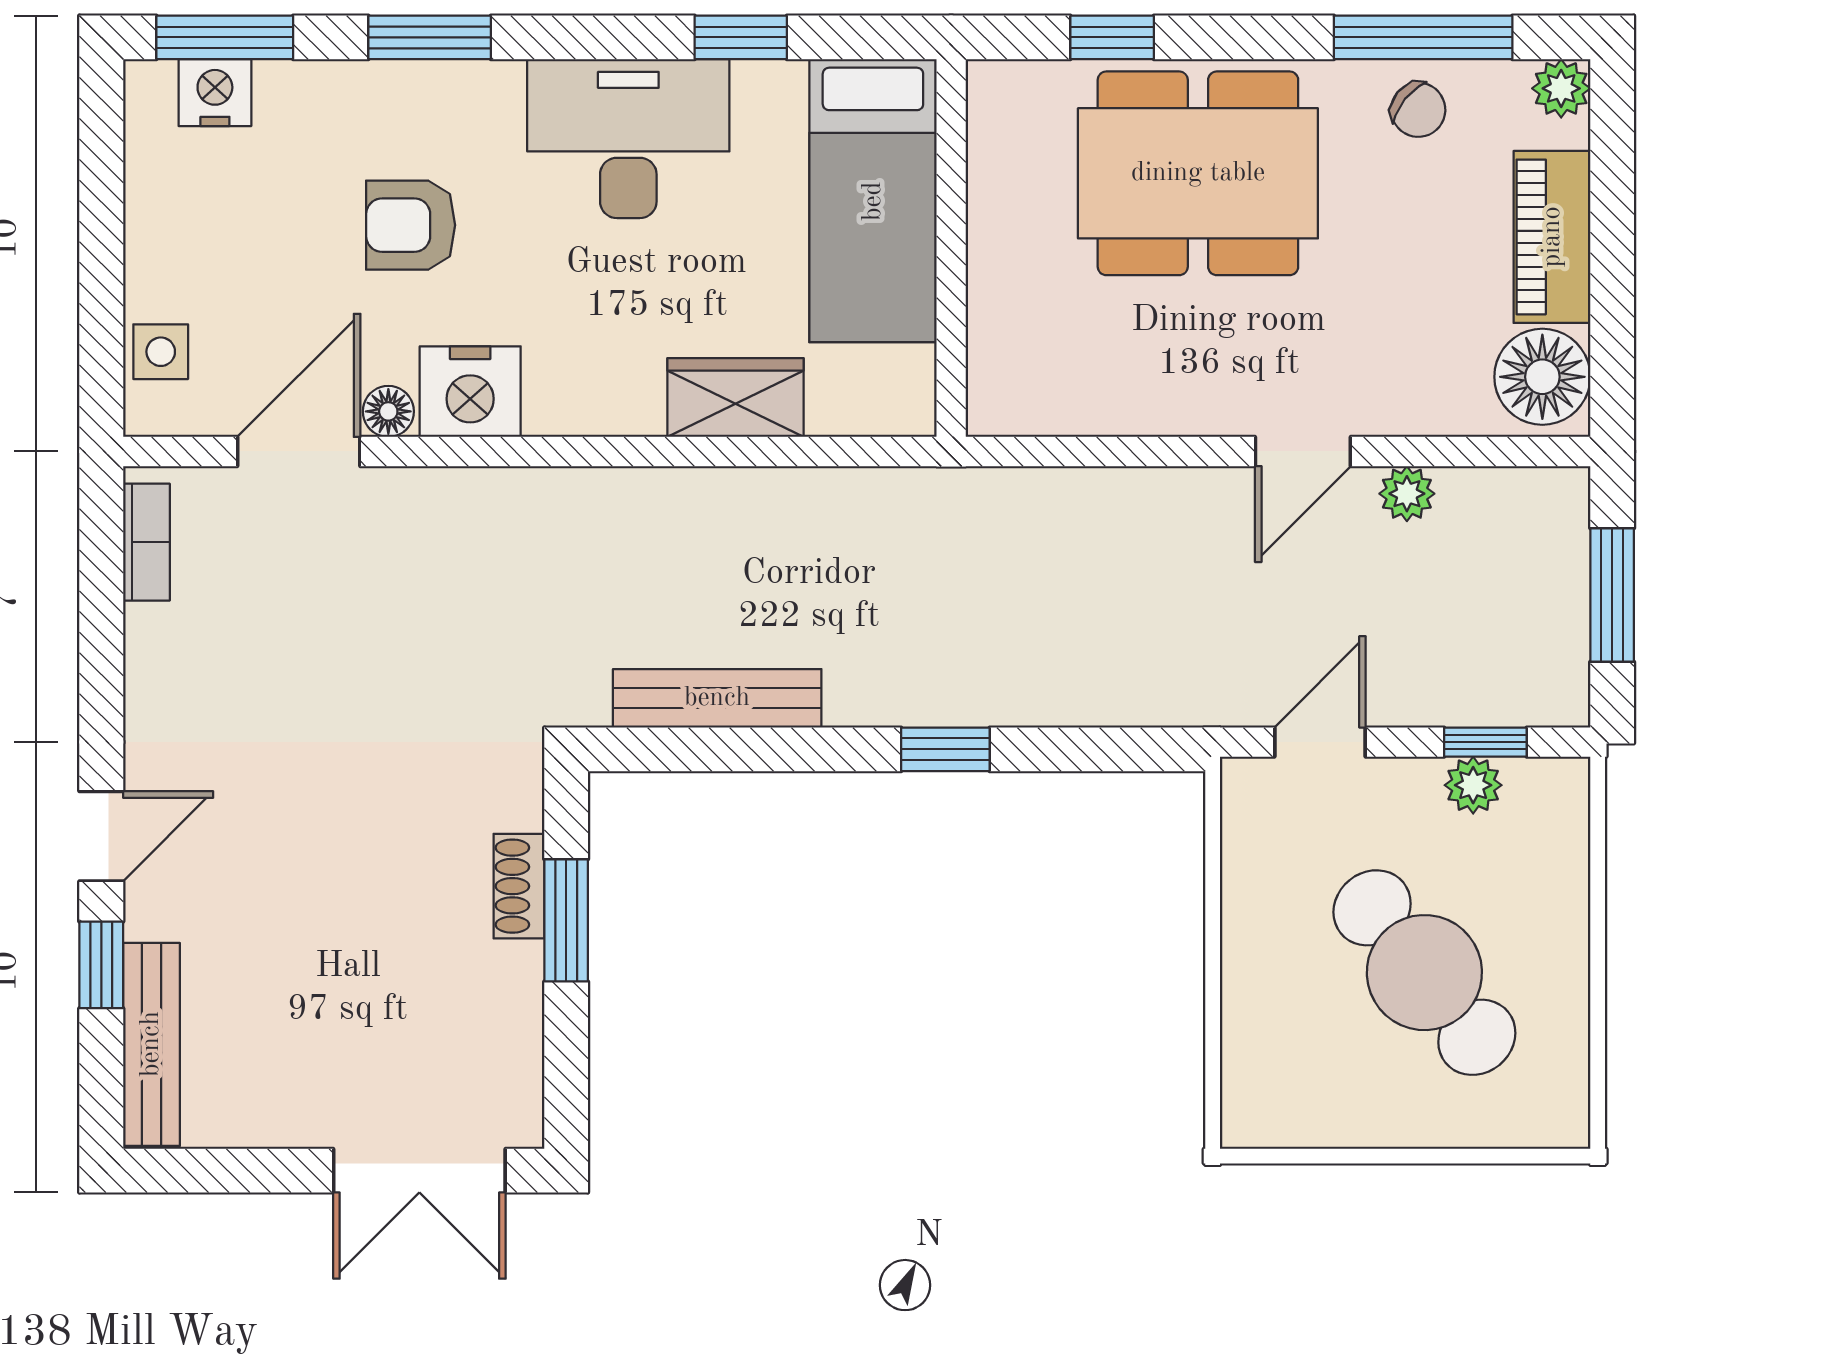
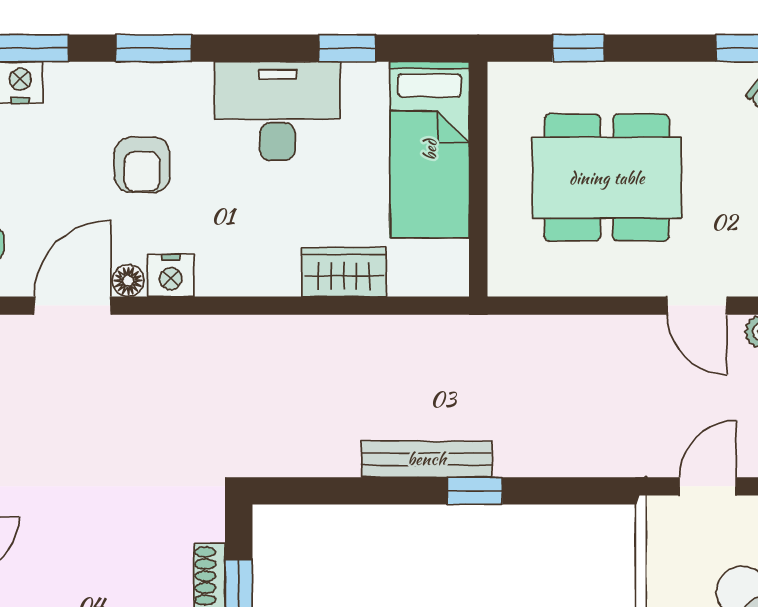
dining table: (1198, 173) -> (607, 178), moved
armchair: (411, 225) -> (142, 165), turned -90
nightstand: (470, 392) -> (171, 275), width x0.74, depth x0.75
door: (1303, 451) -> (697, 306), hinge flipped
bench: (717, 698) -> (427, 459), moved

